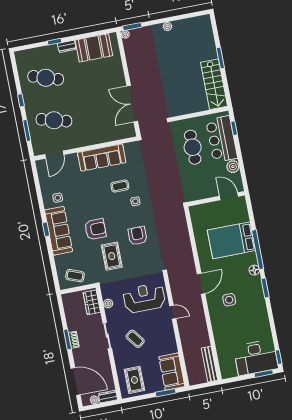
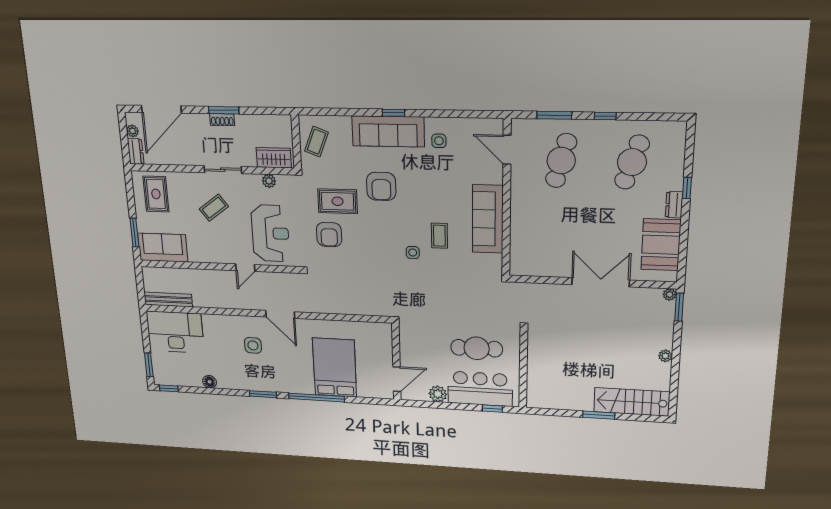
stairs: (214, 84) -> (631, 402), moved
double door: (132, 104) -> (601, 282), moved
armchair: (138, 236) -> (329, 235), moved, turned 90
floor lamp: (254, 270) -> (210, 382), moved
desk: (256, 357) -> (175, 332), moved, turned 90
rug: (134, 380) -> (156, 194), turned 90

